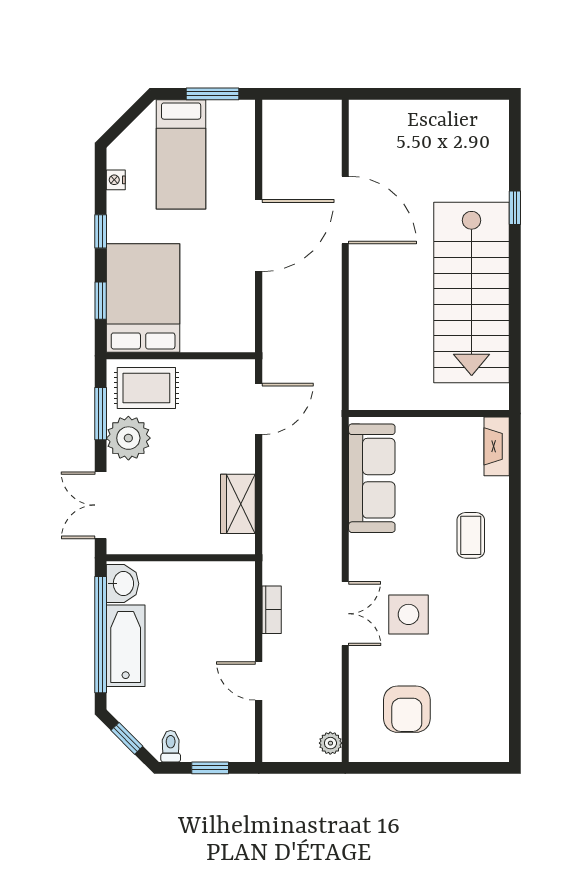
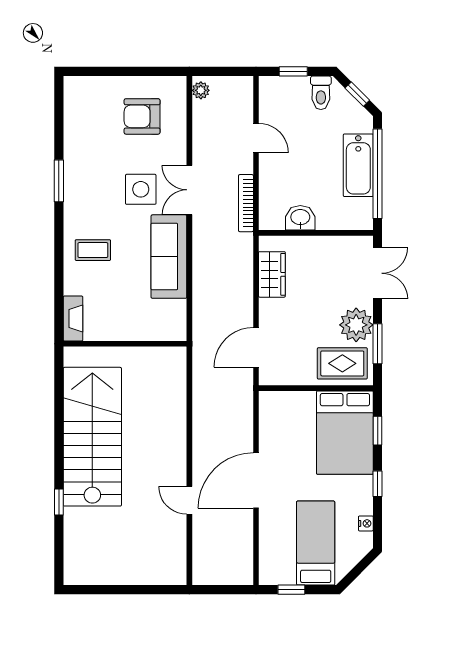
window: (213, 94) -> (291, 590), width x0.67
door: (345, 210) -> (189, 500), width x0.53
sofa: (372, 478) -> (169, 257), moved
coffee table: (471, 535) -> (93, 250), turned 90
washbasin: (122, 584) -> (300, 218), moved, turned 90
bookcase: (272, 610) -> (246, 203), width x1.56
window: (515, 625) -> (59, 181), added
armchair: (407, 709) -> (142, 116), turned -90
toilet: (171, 746) -> (321, 93), width x1.37, depth x1.39

